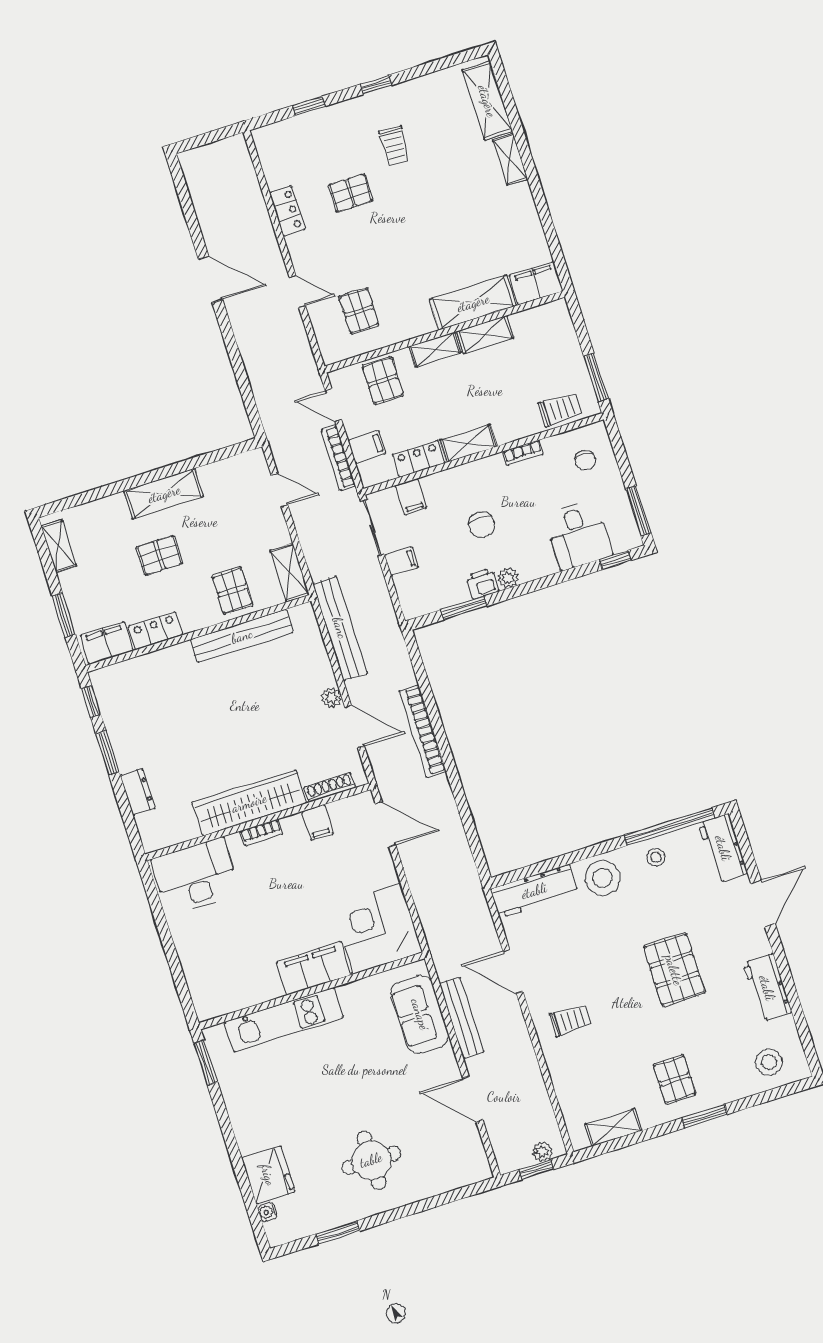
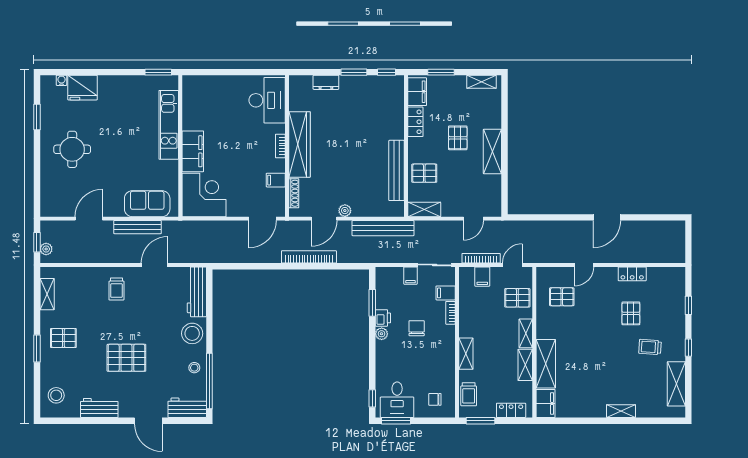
shelving: (487, 101) -> (676, 384), moved, turned 90
shelving: (469, 443) -> (466, 354), moved
bookcase: (523, 453) -> (450, 313), moved
locker: (419, 459) -> (511, 410), moved, turned -90
chair: (482, 525) -> (417, 328), turned 90
desk: (578, 535) -> (397, 400), moved, turned -90

